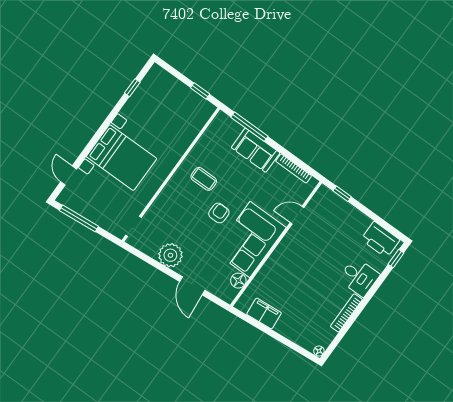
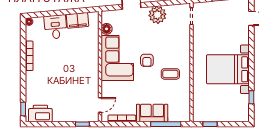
bed with nightstands: (122, 158) -> (228, 69), moved
door: (297, 215) -> (100, 105), moved
desk: (359, 277) -> (56, 27), moved, turned 85

